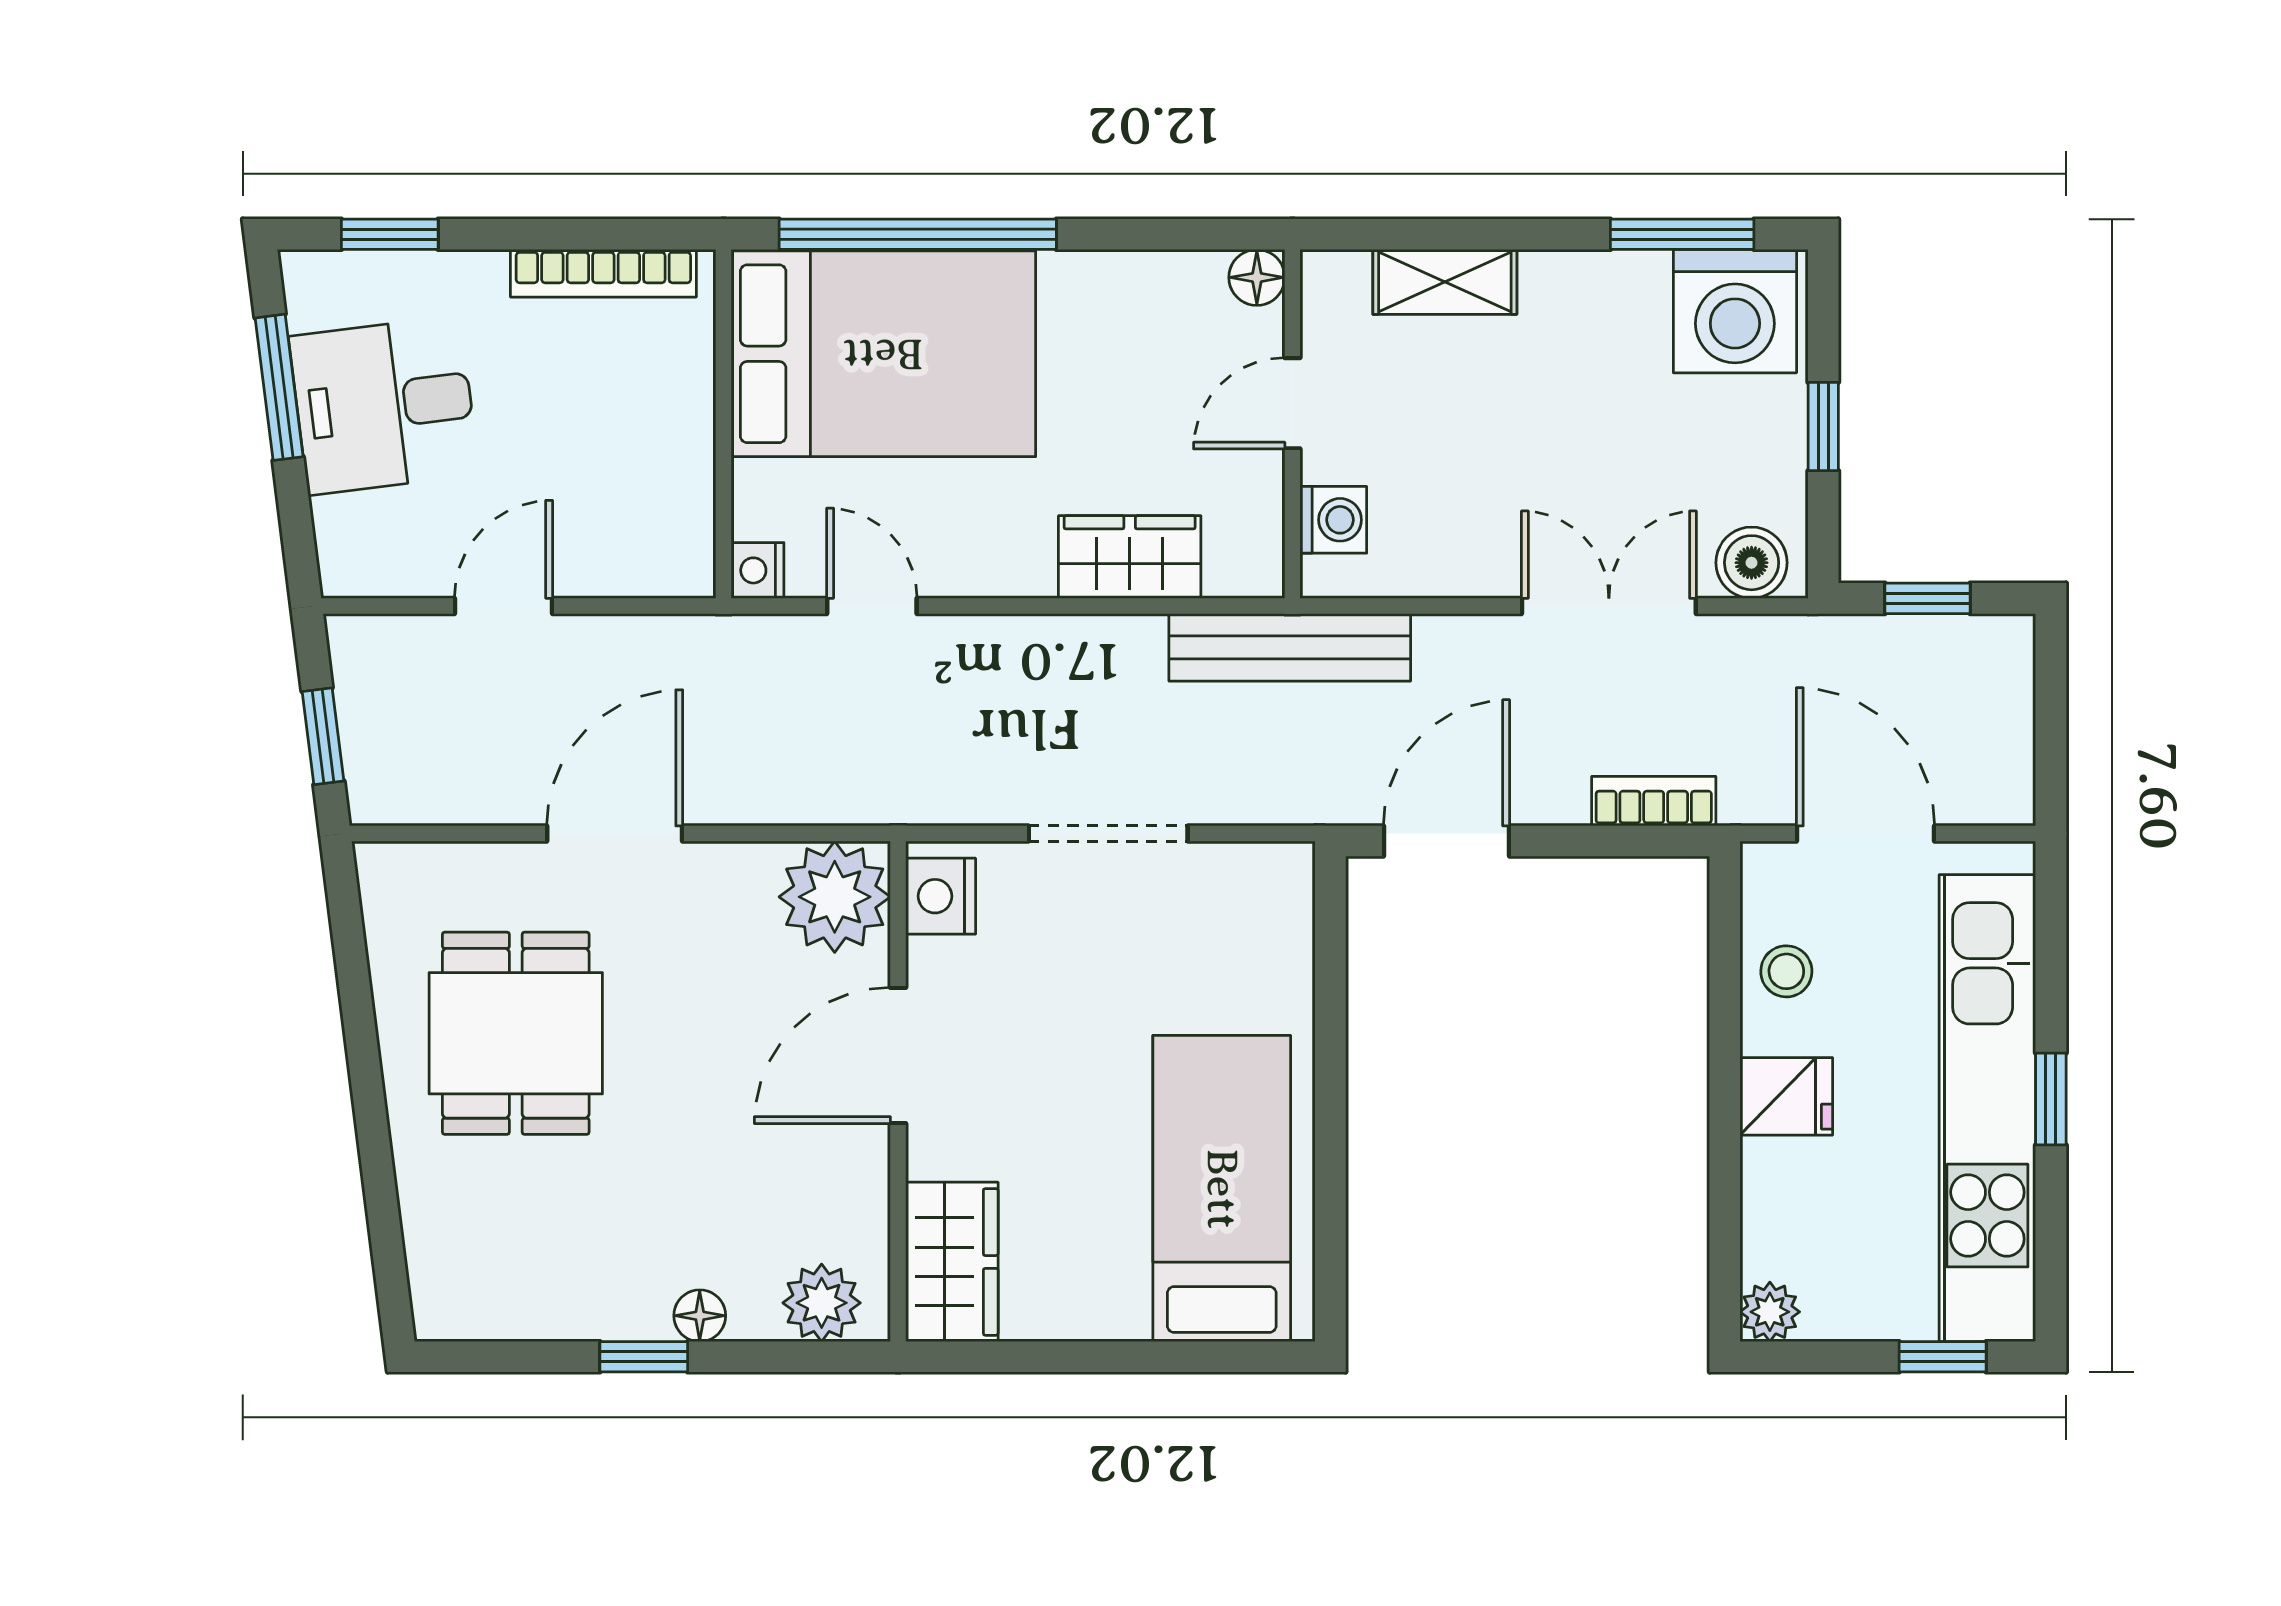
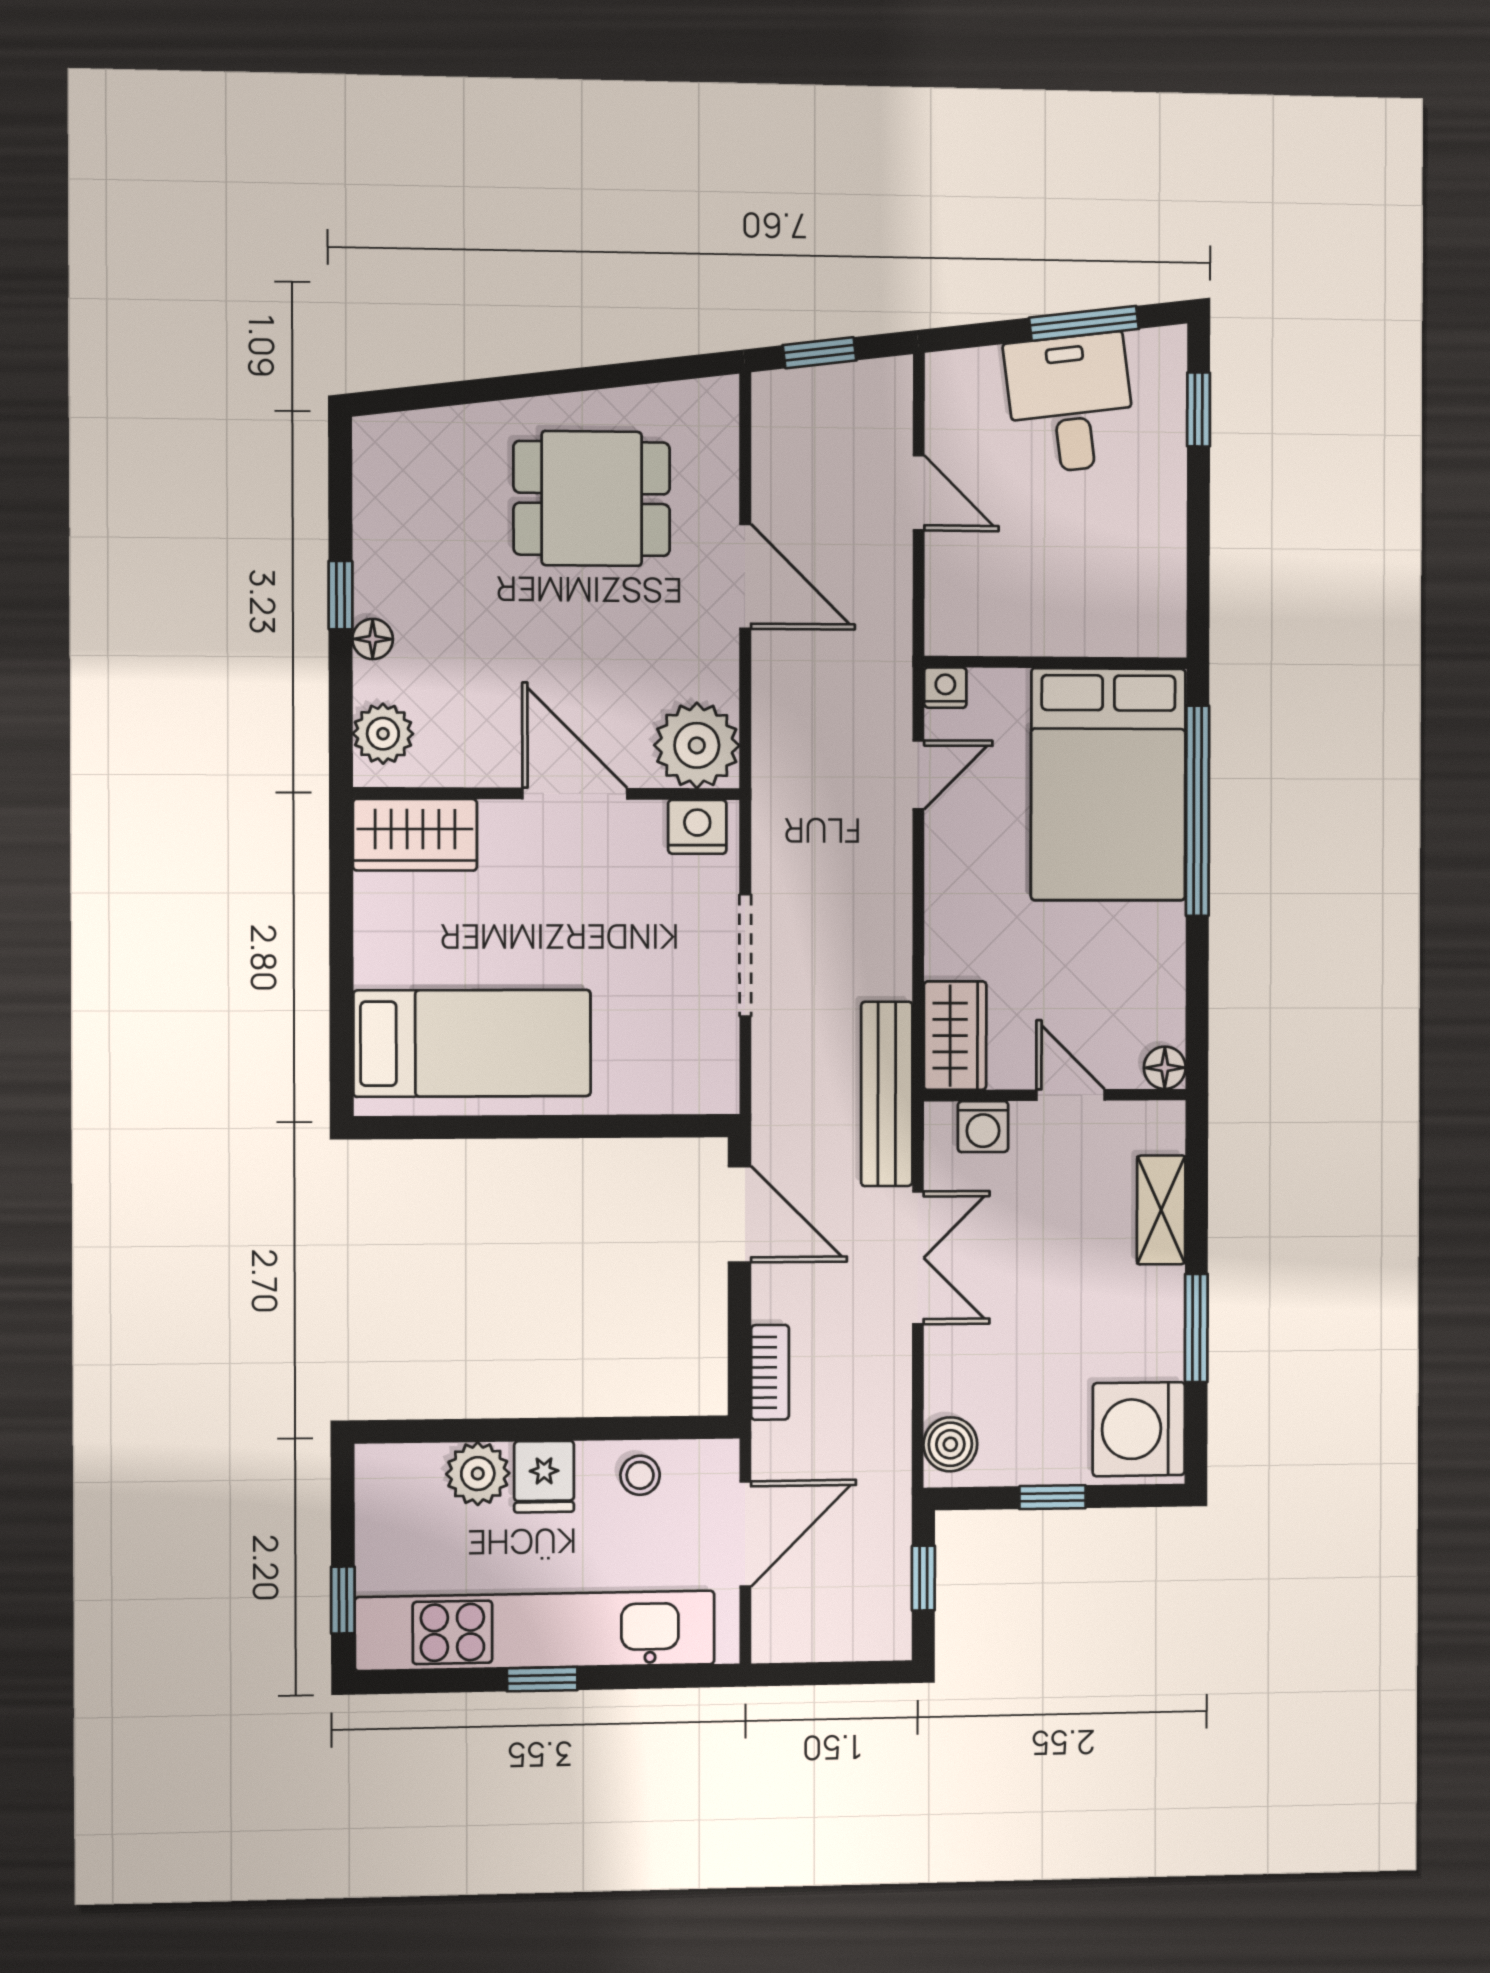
window: (1682, 234) -> (1196, 1328), moved
bookcase: (603, 273) -> (1169, 572), removed
wardrobe: (1130, 557) -> (955, 1036), moved
double door: (1609, 606) -> (918, 1258), moved
plant: (1770, 1312) -> (478, 1474), moved, width x1.38, depth x1.38

